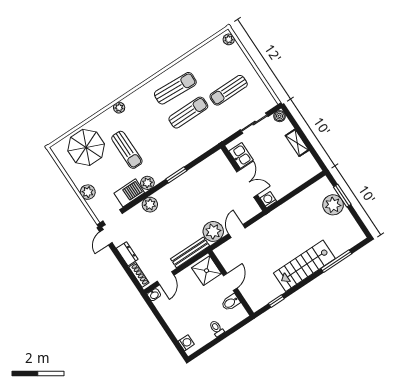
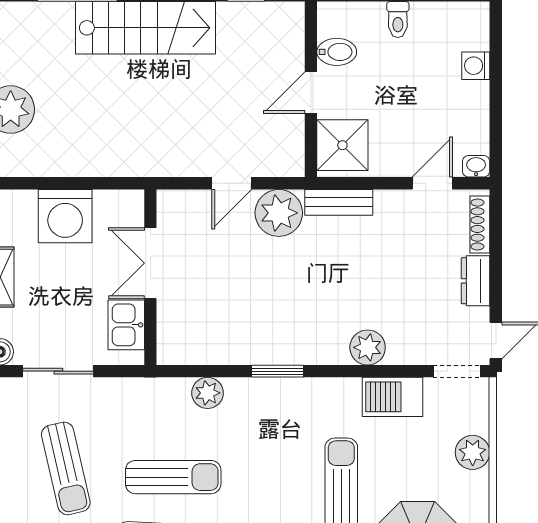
sun lounger: (229, 90) -> (66, 468), turned 77
sun lounger: (188, 113) -> (173, 477), turned 180
plant: (147, 183) -> (208, 393), moved
washing machine: (268, 200) -> (65, 216), moved, width x1.89, depth x1.89
bench: (190, 252) -> (339, 202), width x0.73
washing machine: (186, 343) -> (476, 66), moved

